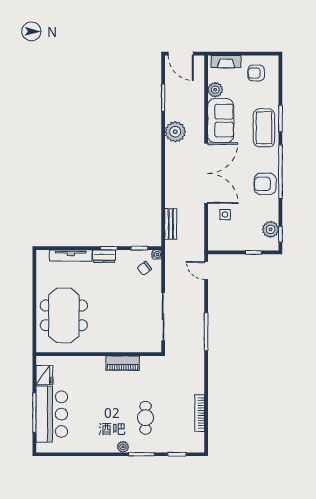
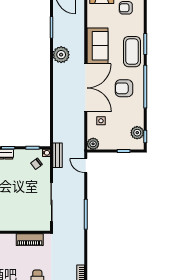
plant: (215, 90) -> (93, 144), moved
armchair: (265, 184) -> (124, 88), moved
bench: (171, 224) -> (58, 155), moved
piano: (123, 363) -> (30, 240), moved

